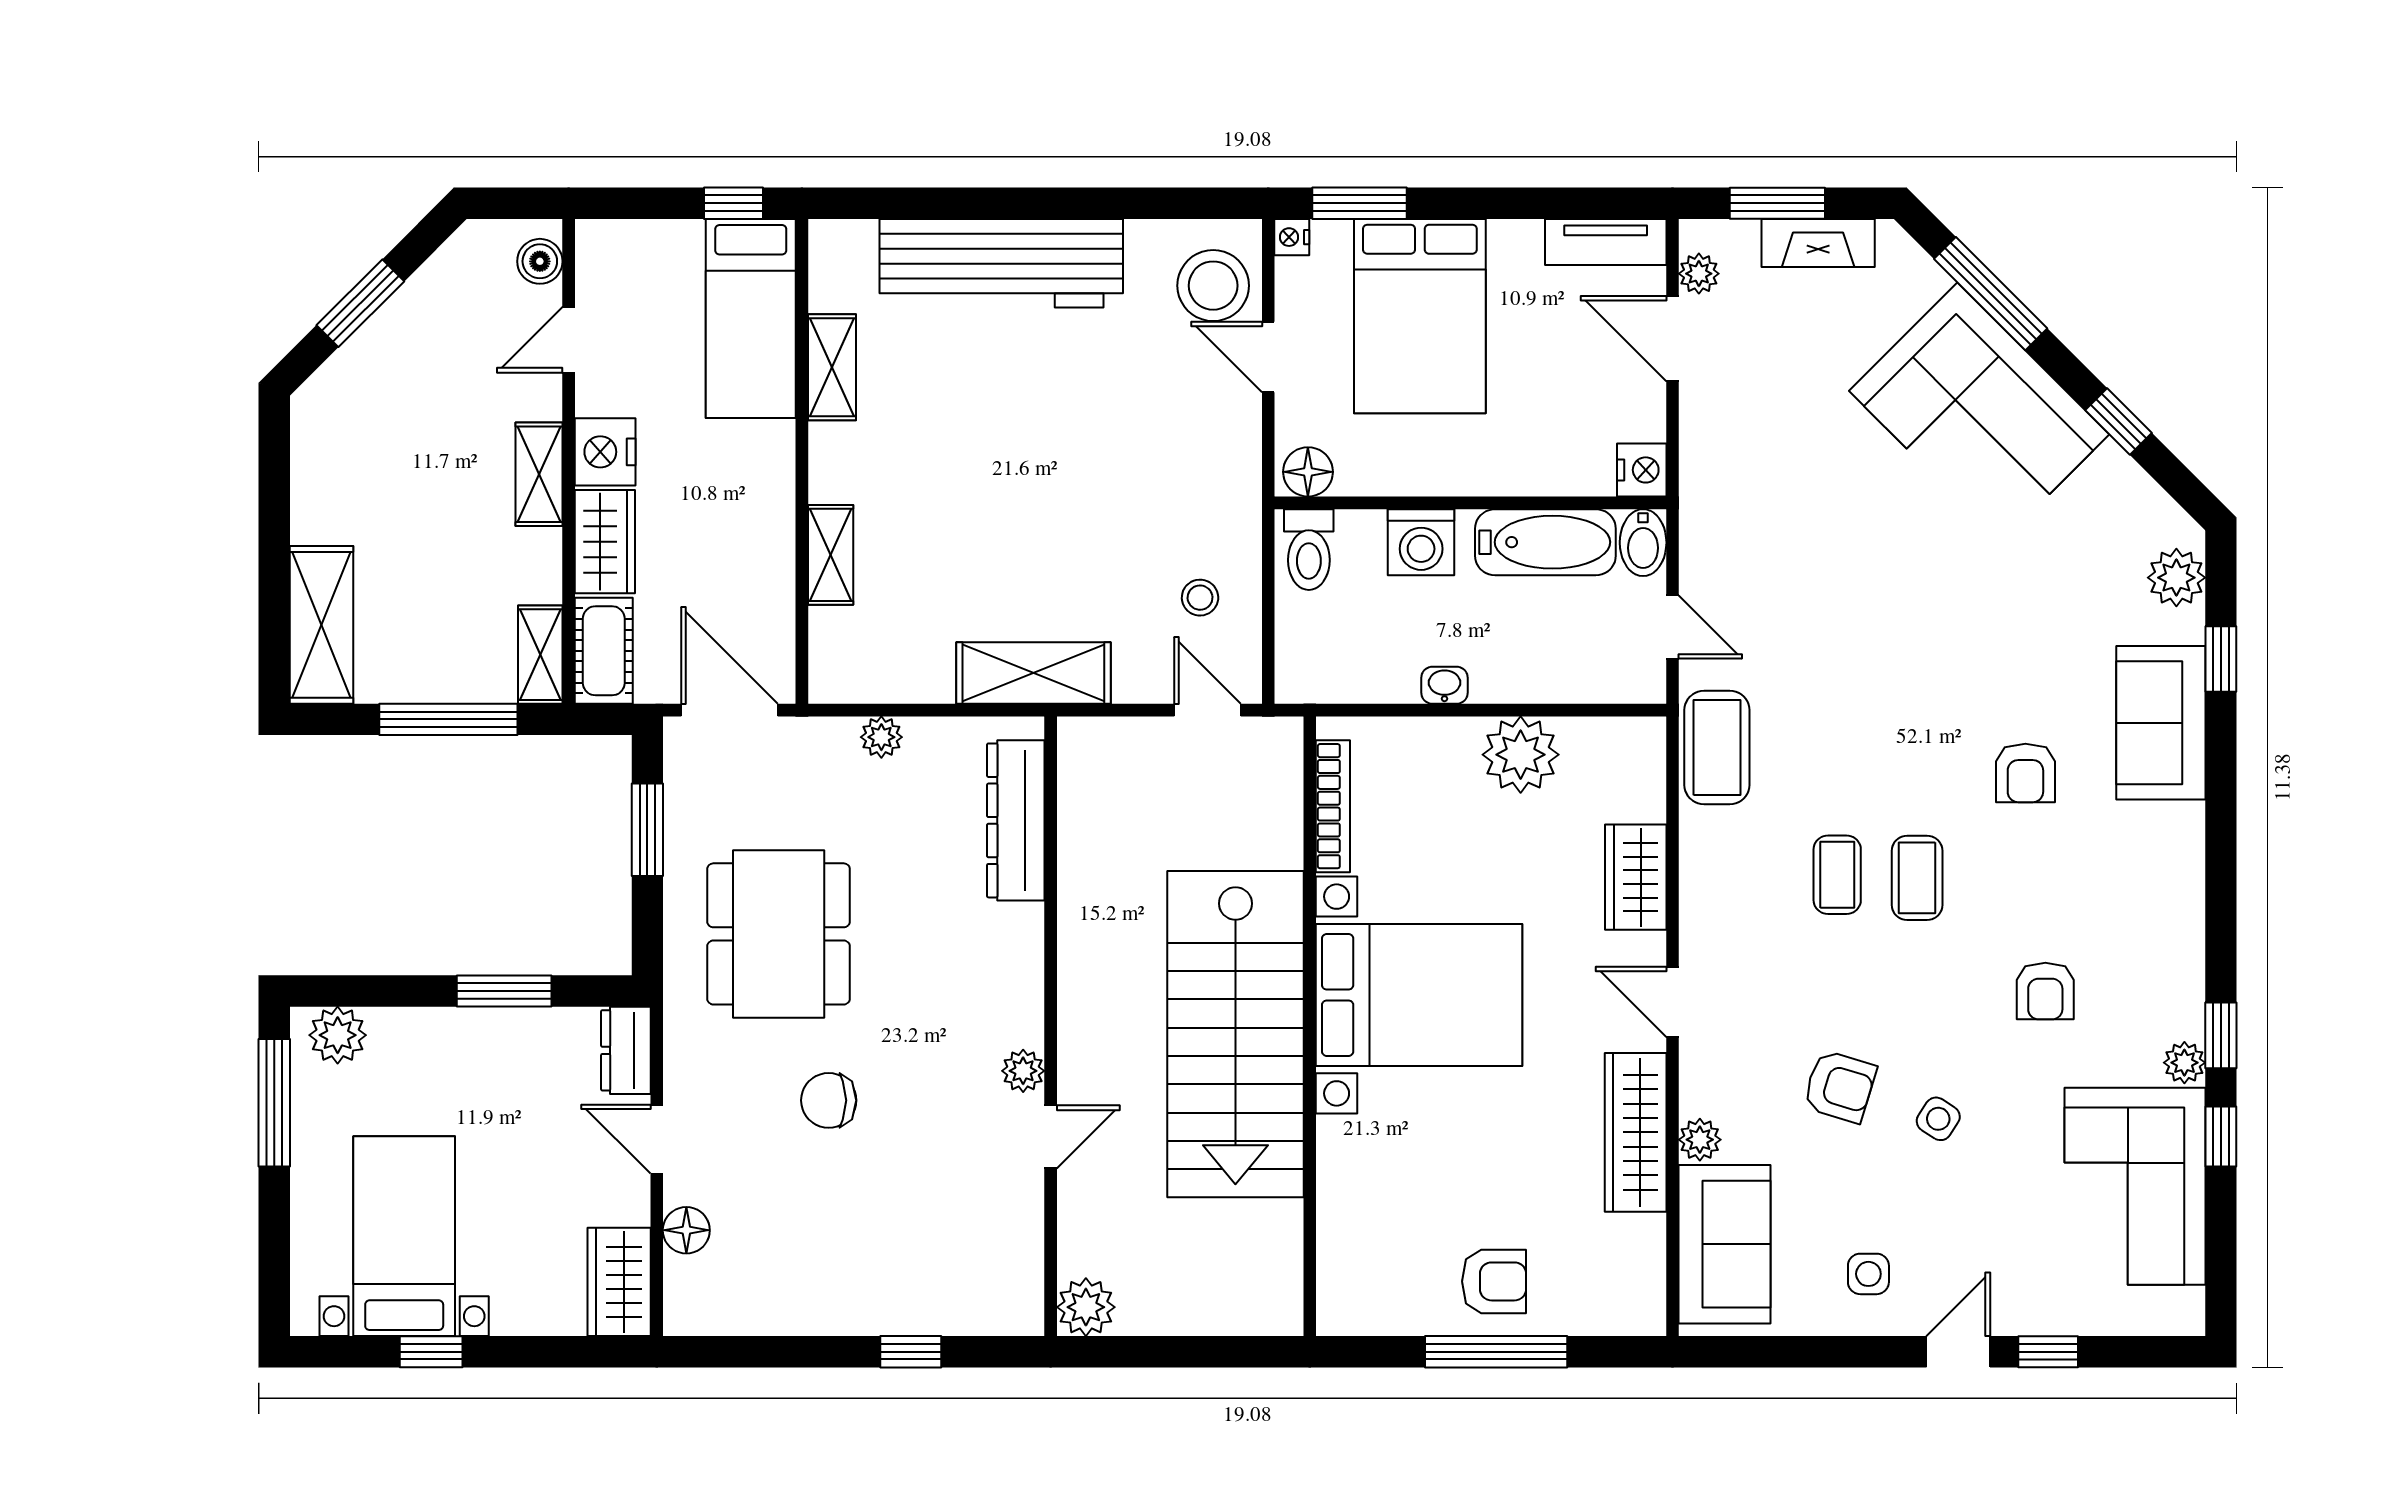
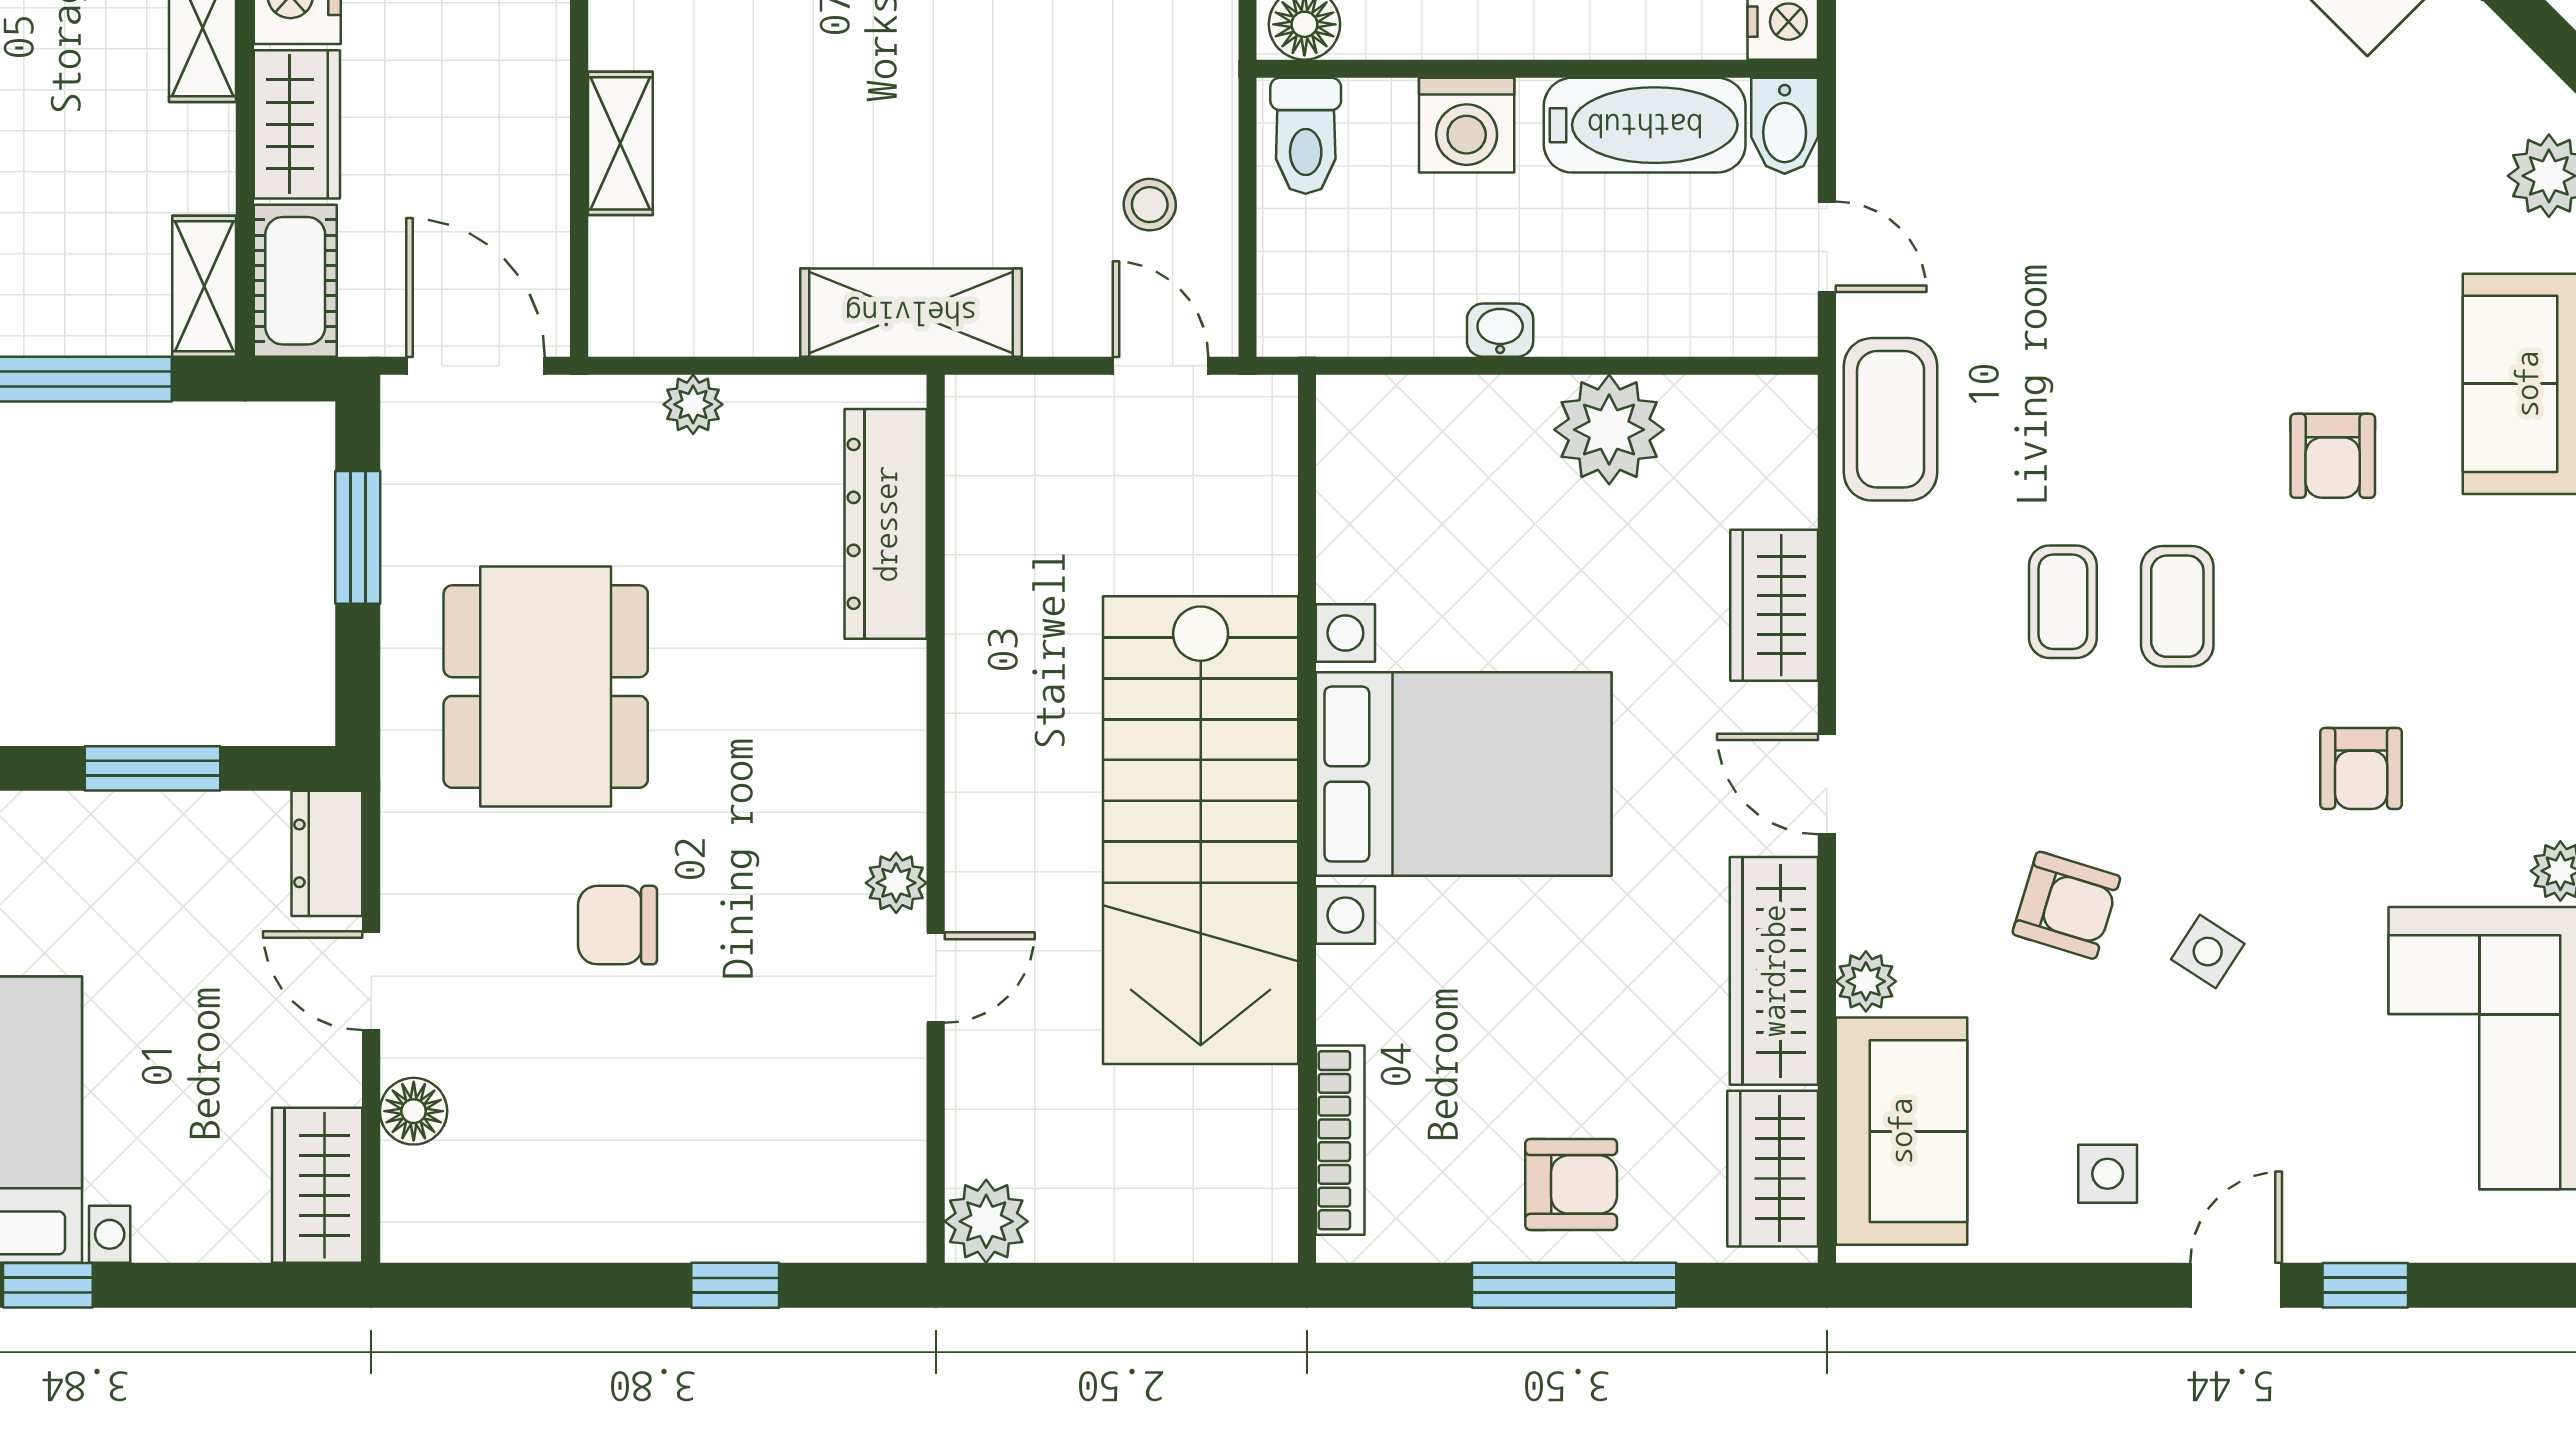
bookcase: (1333, 806) -> (1340, 1140), moved
wardrobe: (1635, 1270) -> (1773, 1169), added

